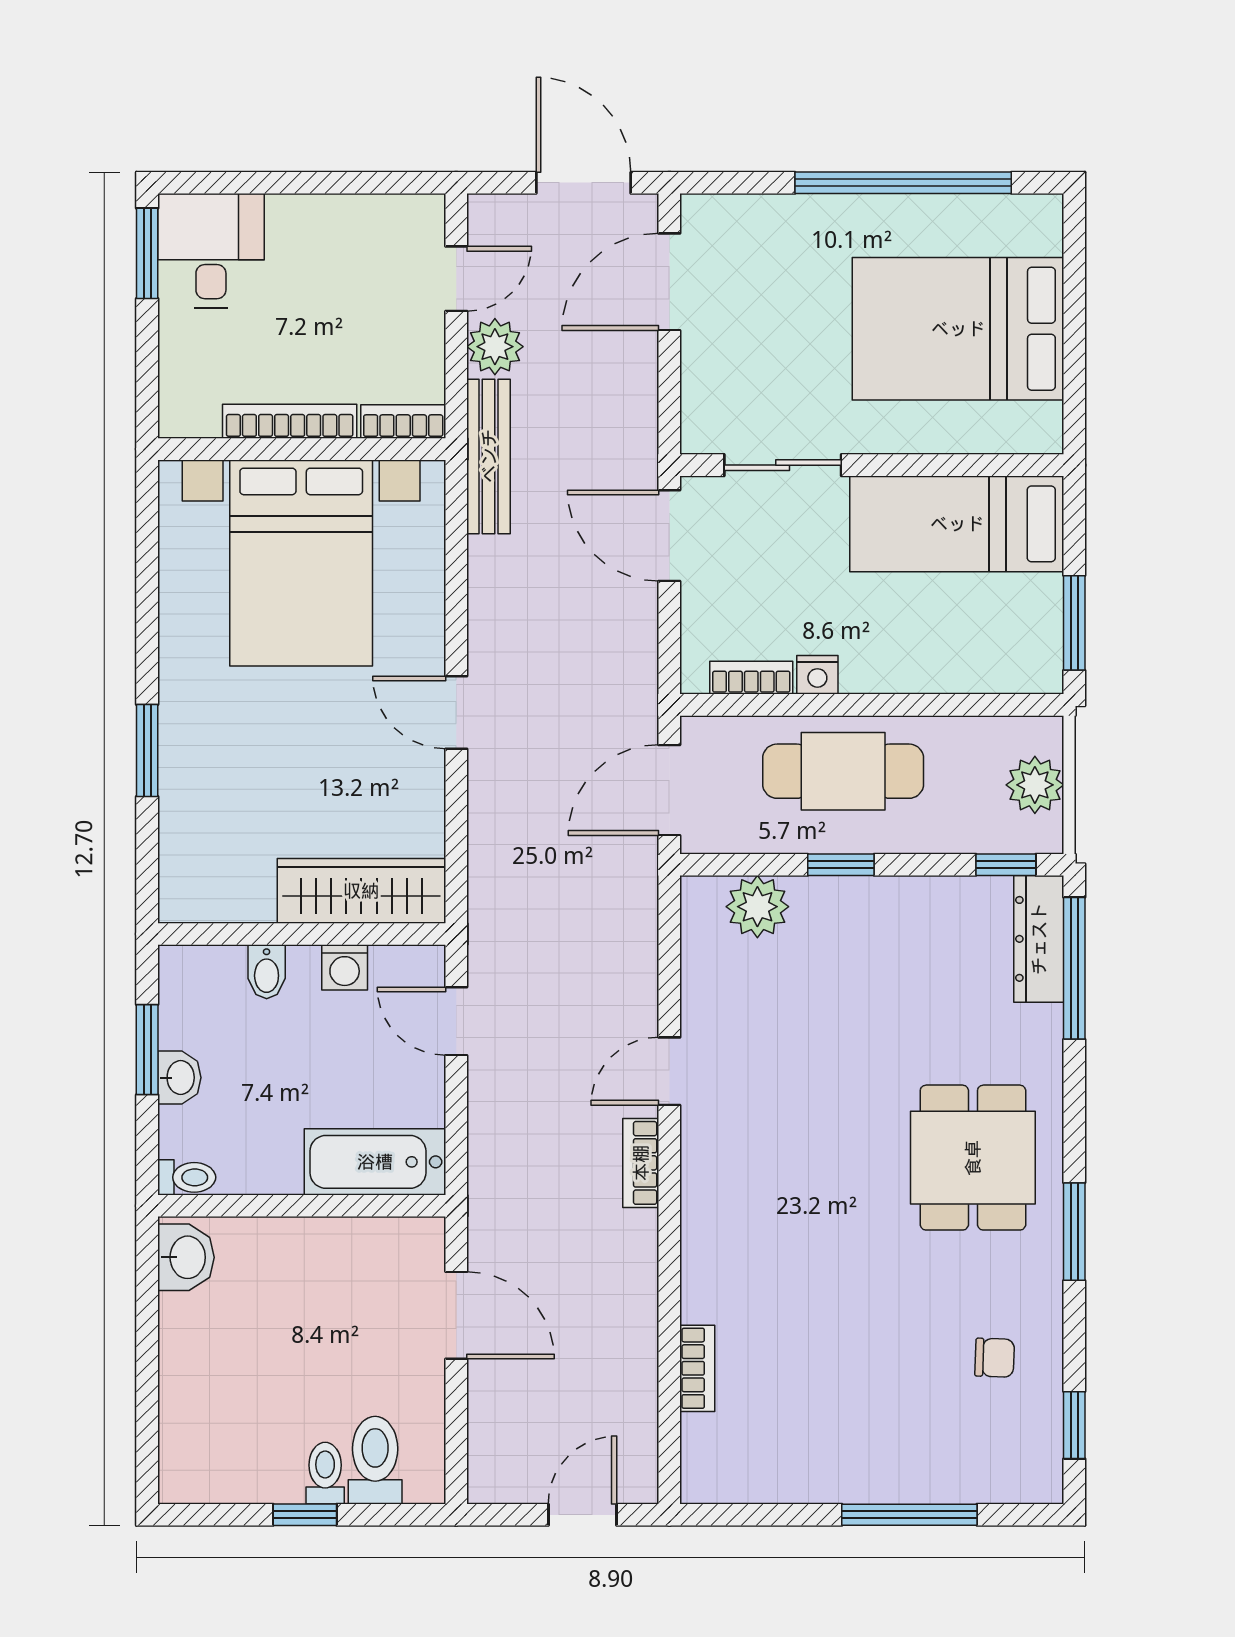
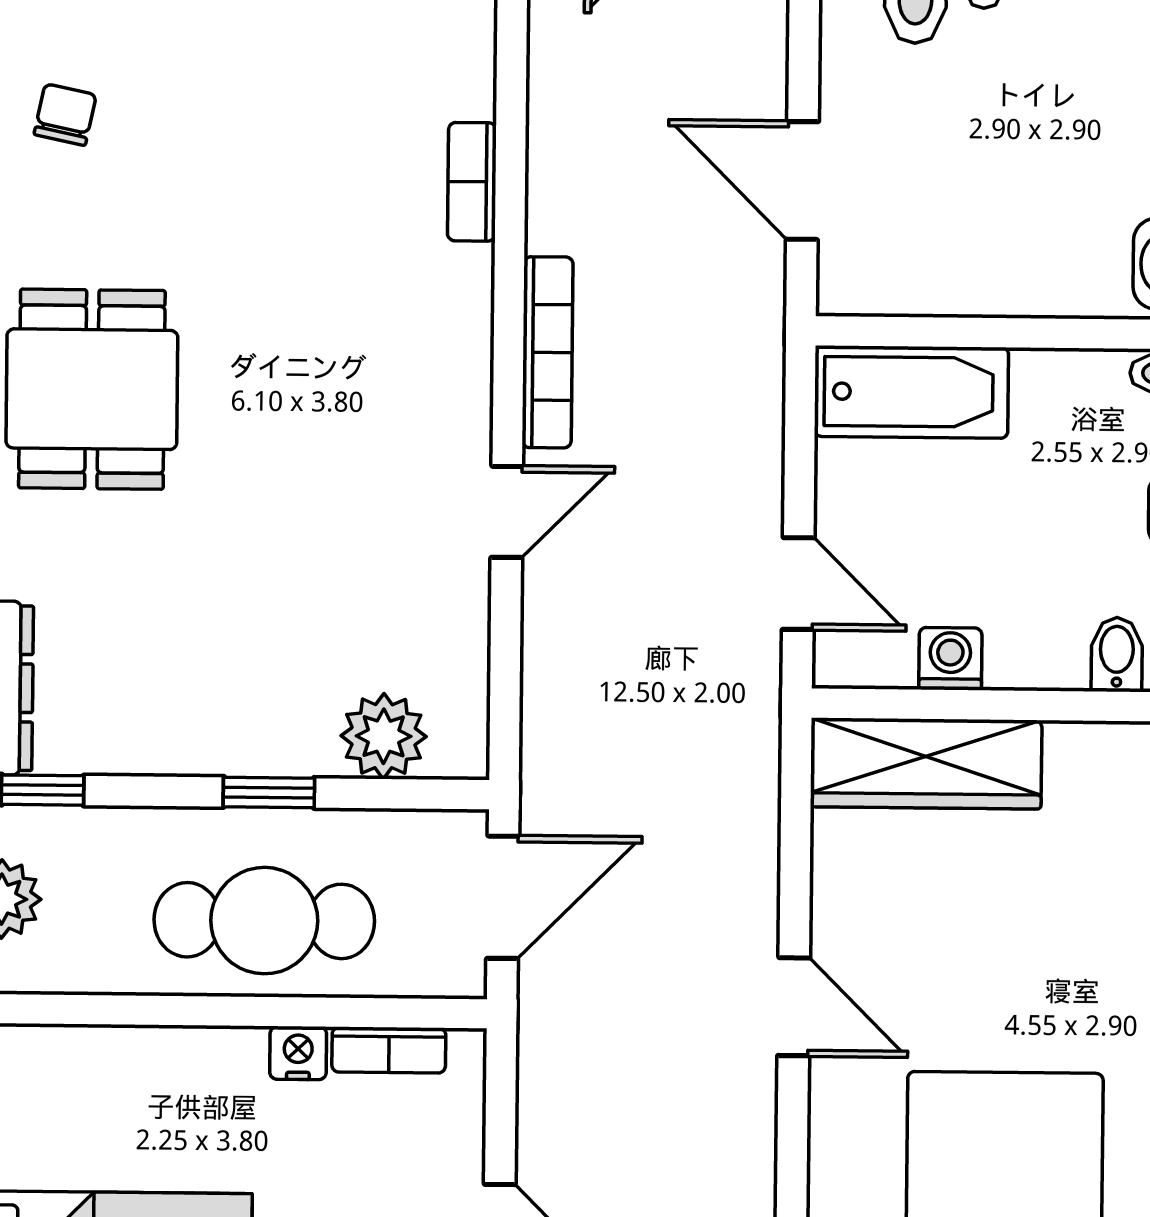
bidet: (267, 972) -> (1117, 655), moved
bookcase: (641, 1163) -> (548, 352), width x1.56
chair: (995, 1358) -> (65, 115), turned 100
bookcase: (697, 1368) -> (472, 182), moved

